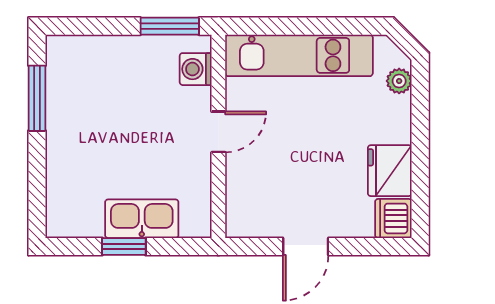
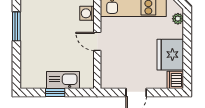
door: (218, 132) -> (97, 41), swing flipped
fridge: (390, 171) -> (170, 55), width x1.36, depth x1.34

